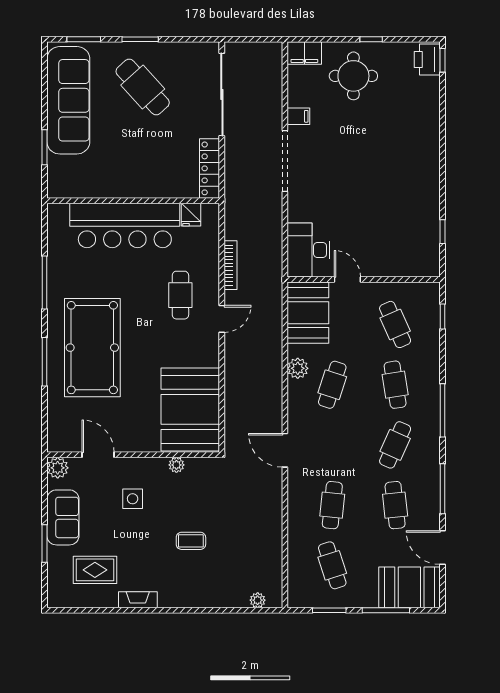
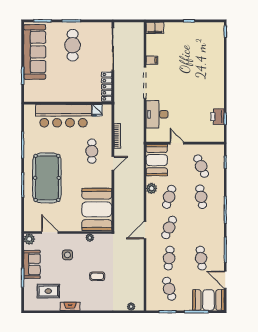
printer: (427, 60) -> (217, 117), moved
round table: (353, 76) -> (180, 40), removed
cafe table: (143, 87) -> (73, 45), turned 42
desk: (309, 250) -> (157, 114), moved
cafe table: (395, 445) -> (169, 227), moved
door: (285, 450) -> (145, 230), hinge flipped

